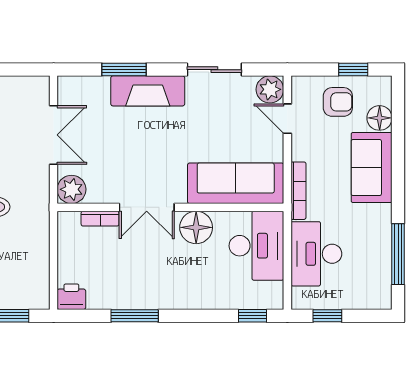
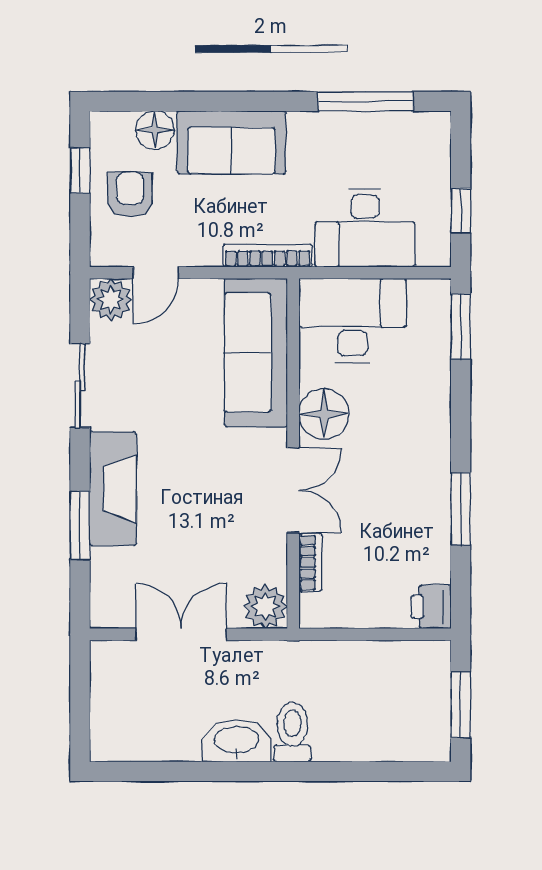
window: (252, 316) -> (461, 327), width x1.50

